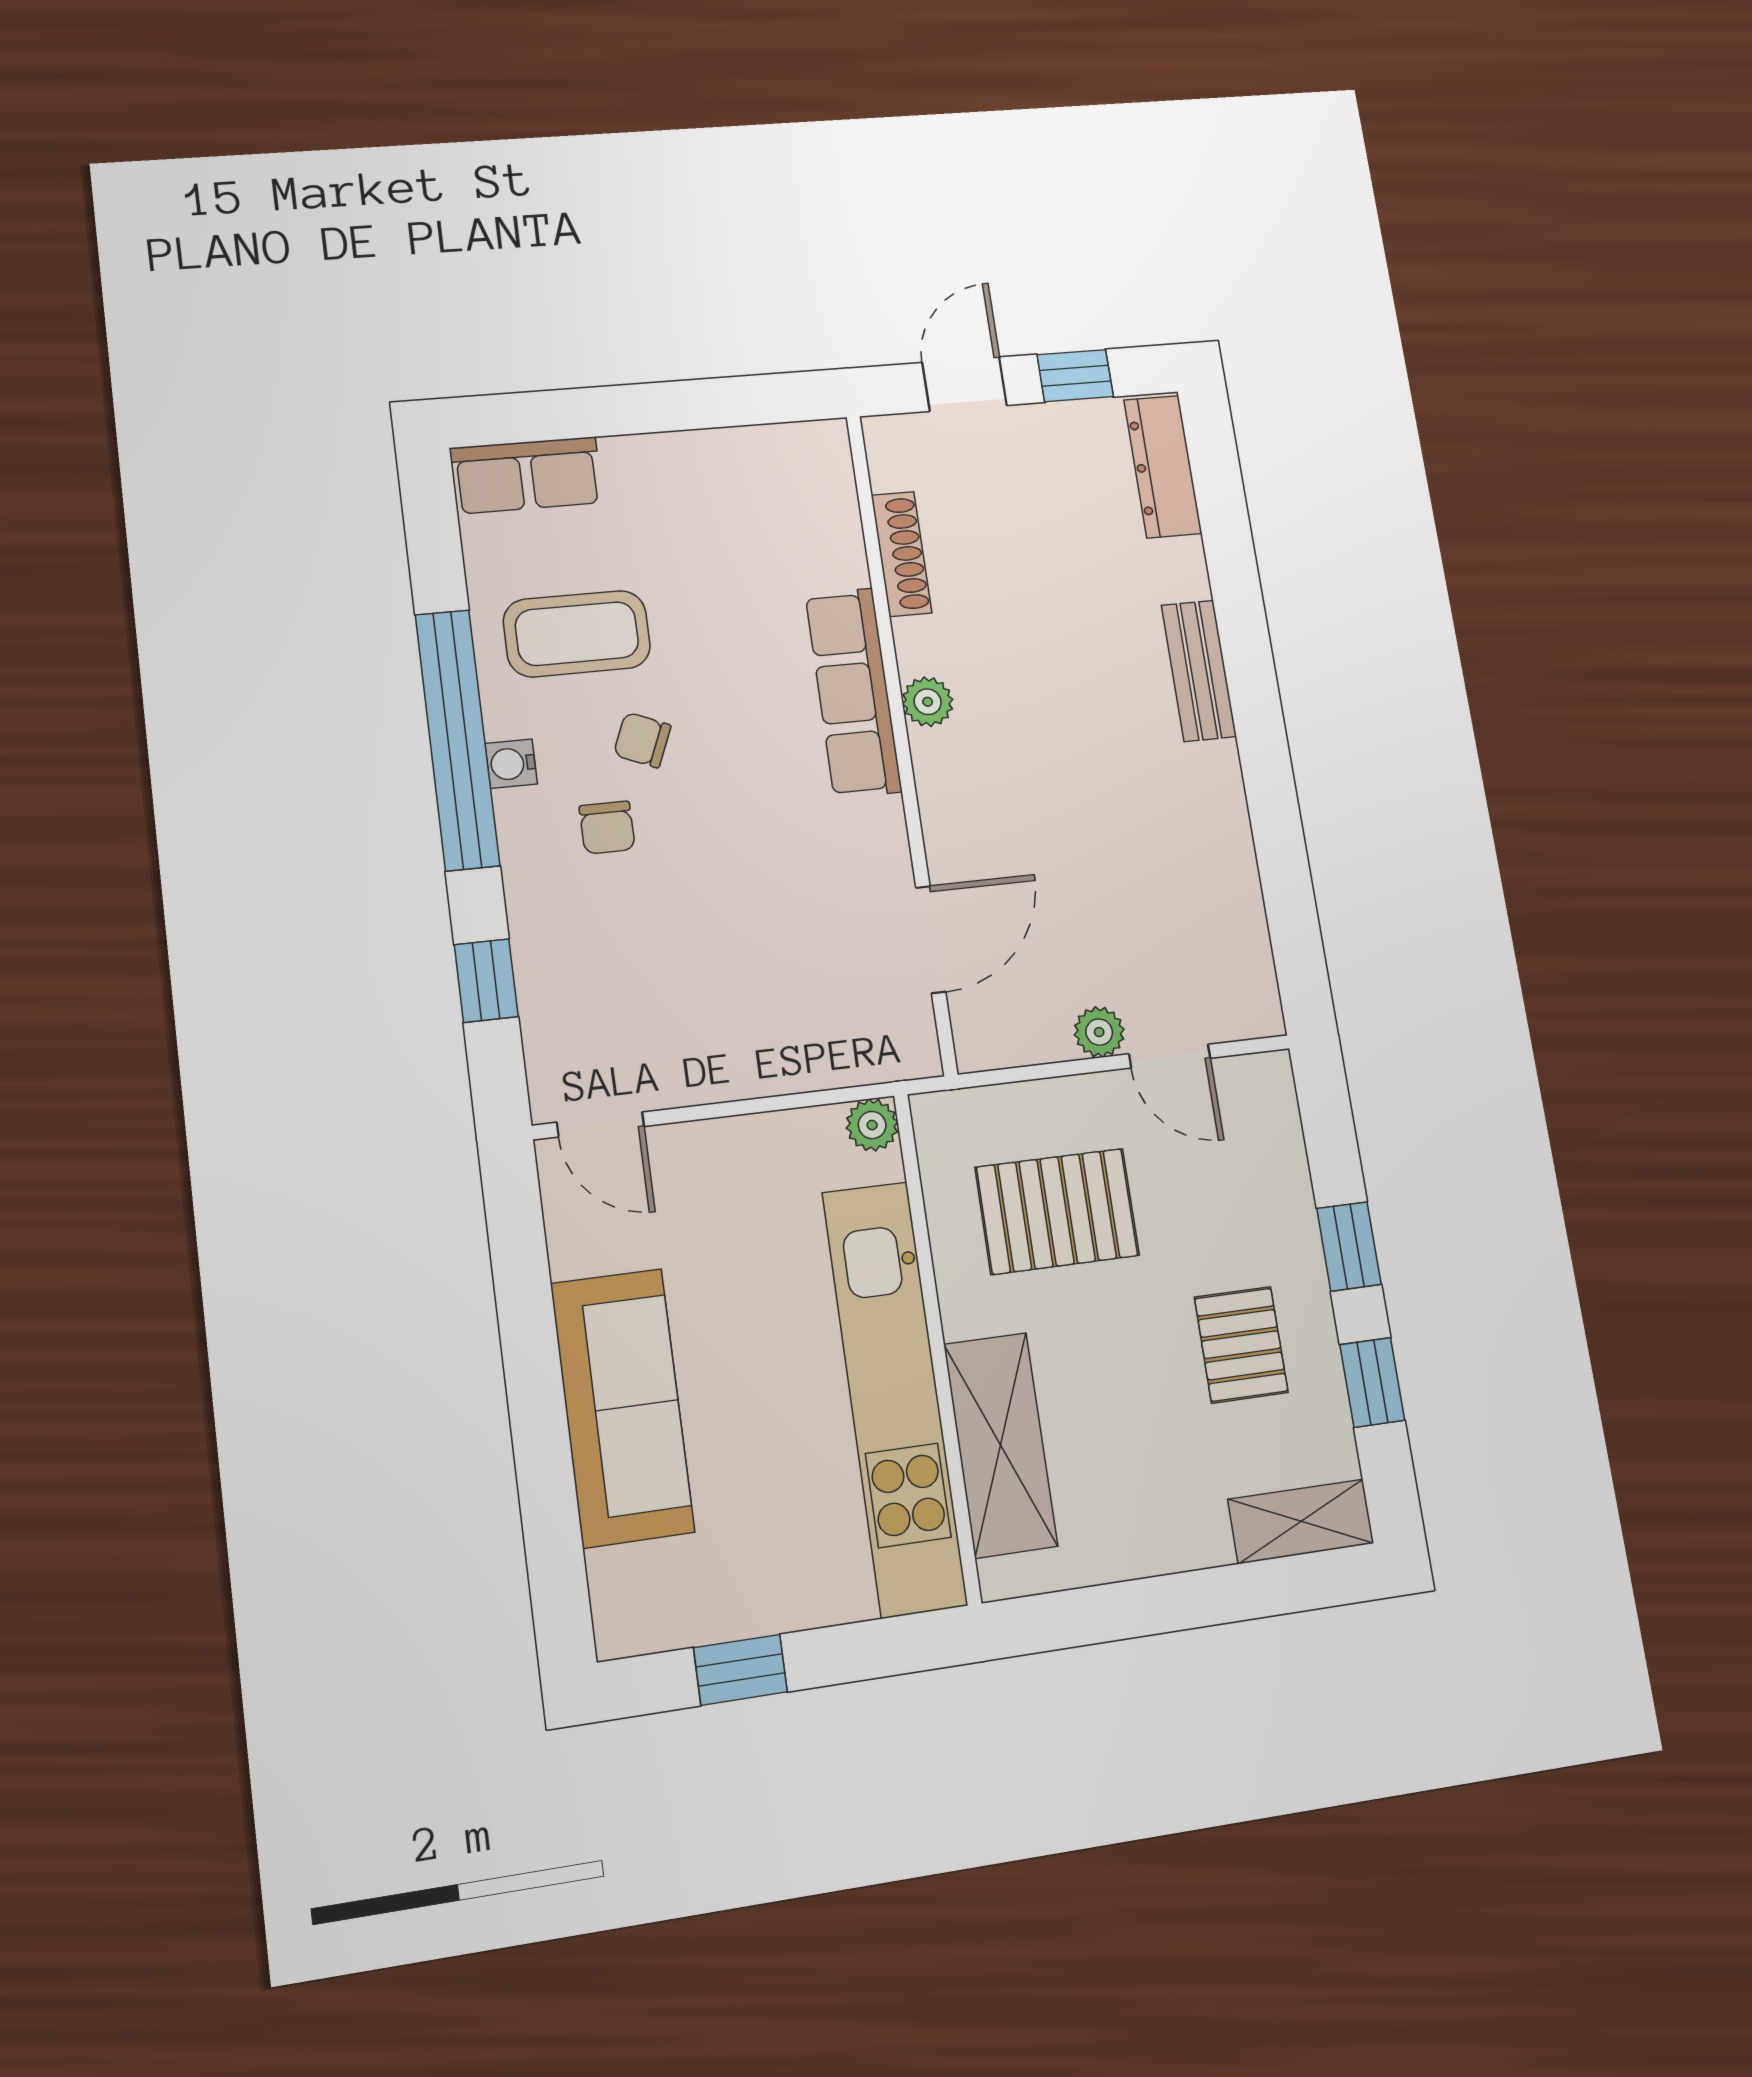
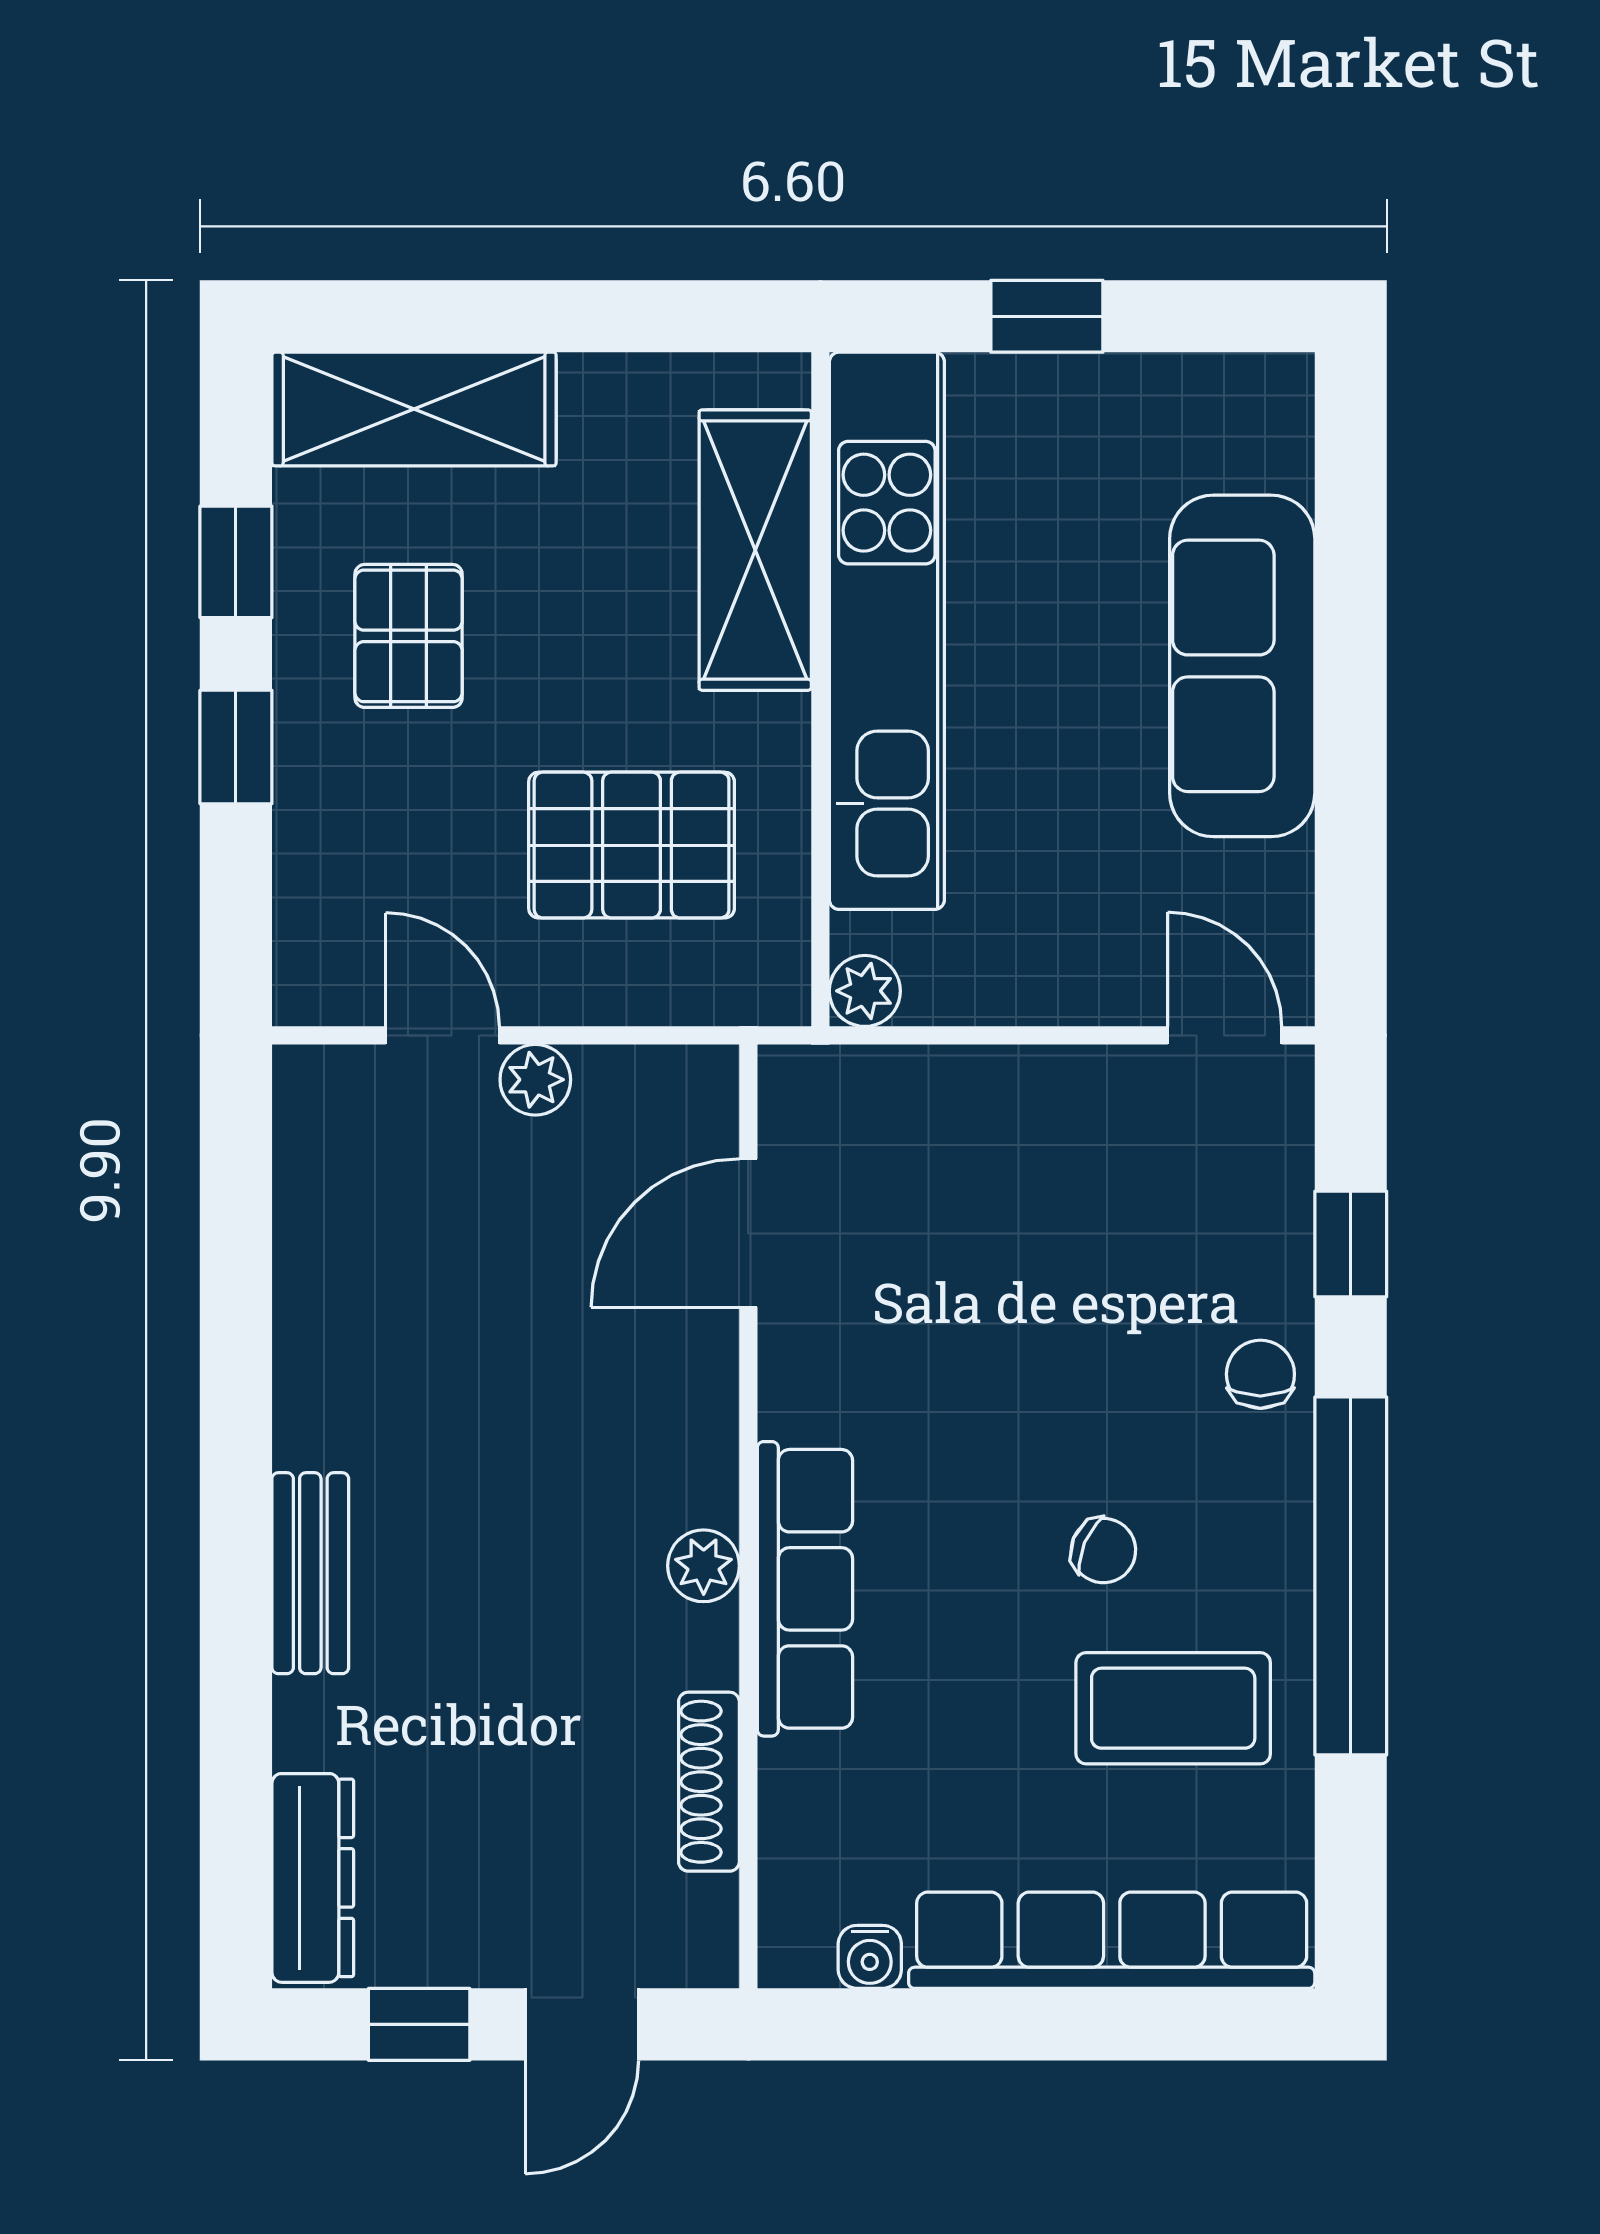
row of seats: (527, 475) -> (1112, 1940), width x2.02
water cooler: (511, 764) -> (870, 1957), moved, turned 90
chair: (607, 828) -> (1260, 1374), moved
shelving: (1301, 1521) -> (414, 409), width x1.50, depth x1.33
window: (741, 1670) -> (1047, 316), moved

